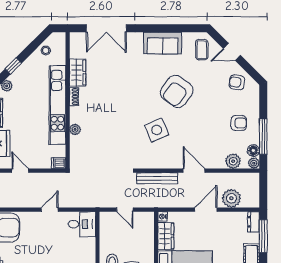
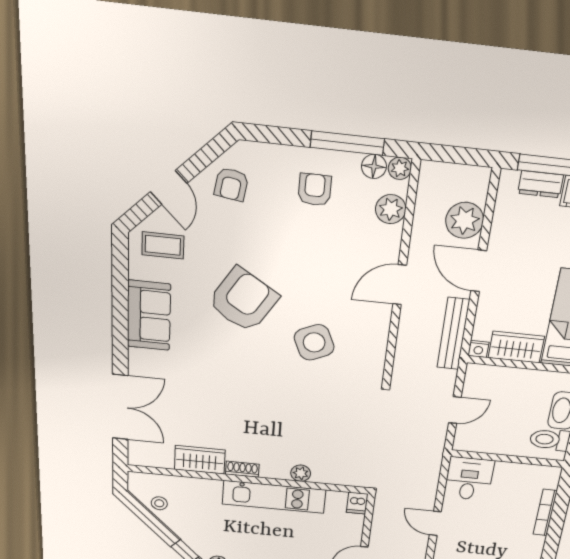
armchair: (177, 91) -> (243, 300), turned -94
kitchen unit: (57, 105) -> (274, 497), width x0.73
bench: (157, 178) -> (453, 334), moved
dresser: (254, 222) -> (541, 184), moved

